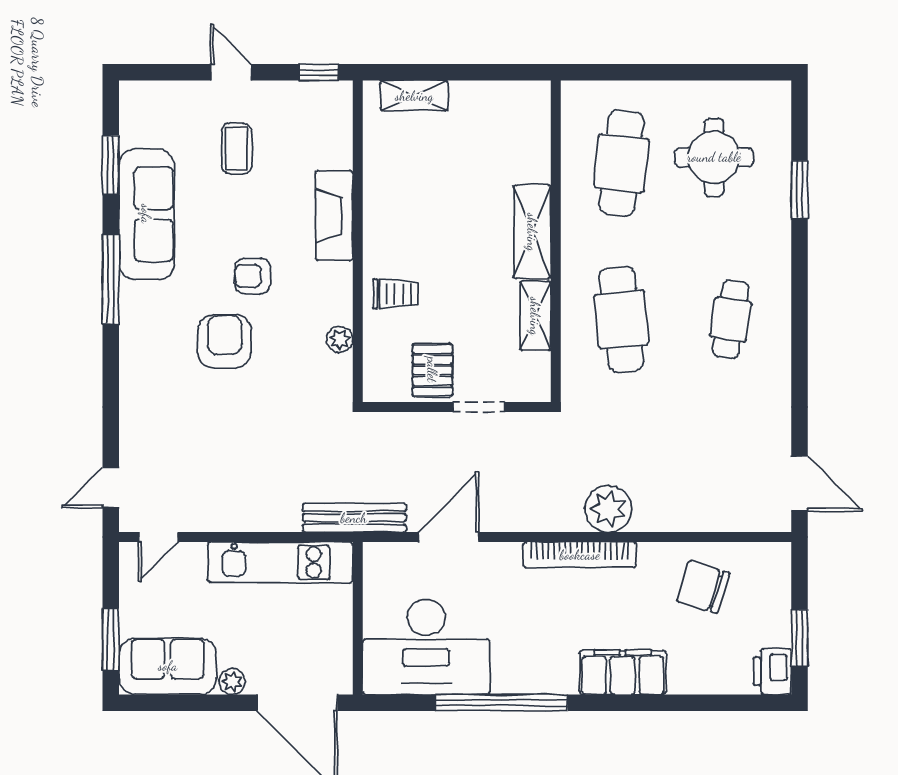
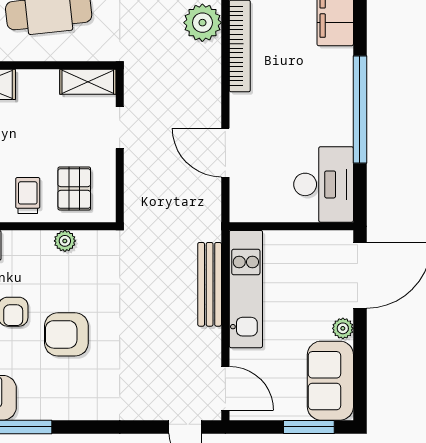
shelving: (535, 316) -> (88, 82), moved
pallet: (432, 370) -> (74, 188), moved, turned 90
bench: (354, 518) -> (210, 284), moved
door: (158, 537) -> (225, 388), width x1.38
desk: (426, 647) -> (324, 184), width x0.73, depth x0.77

